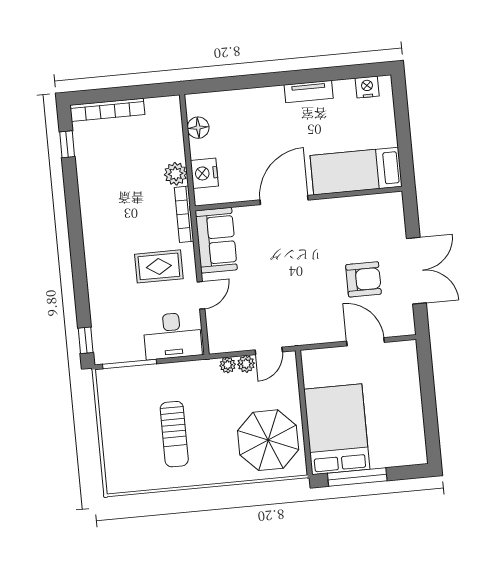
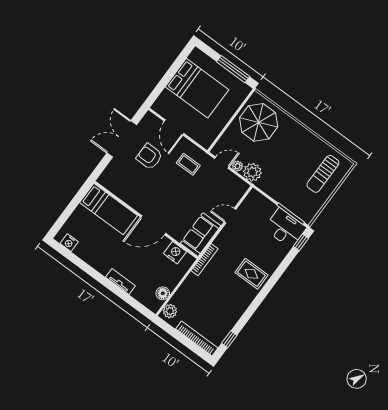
tv unit: (309, 92) -> (120, 281), moved
nightstand: (204, 173) -> (175, 253), moved, turned -90
plant: (176, 174) -> (170, 311), moved
rug: (159, 266) -> (251, 274), moved
coffee table: (308, 312) -> (188, 164), added
desk: (172, 336) -> (285, 228), moved
plant: (228, 365) -> (252, 172), width x1.87, depth x1.87
bed: (337, 429) -> (197, 88), moved, turned -90
sun lounger: (174, 434) -> (323, 174), moved, turned 180

